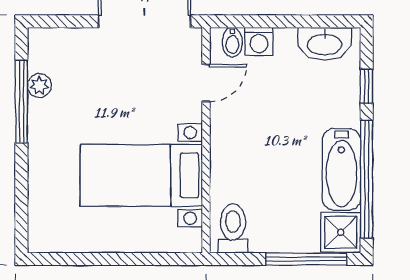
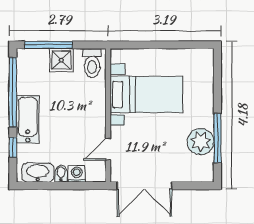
bidet: (232, 42) -> (61, 173), moved
plant: (39, 86) -> (201, 142), width x1.87, depth x1.87
bathtub: (341, 169) -> (28, 119), moved
shower: (341, 232) -> (61, 60), moved

